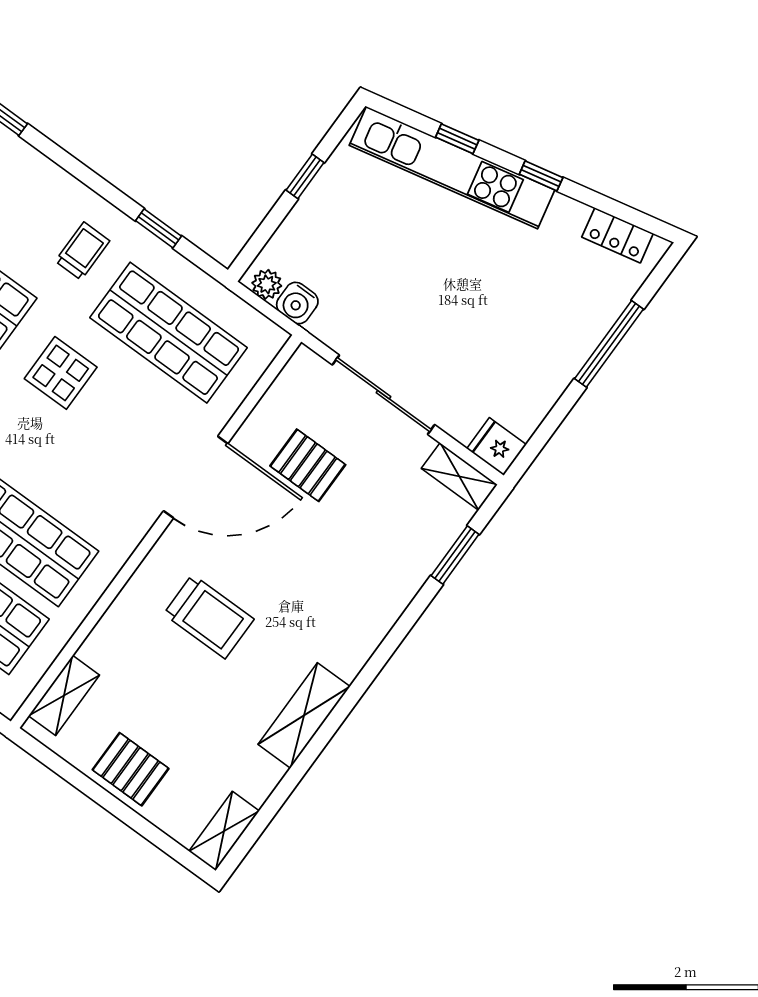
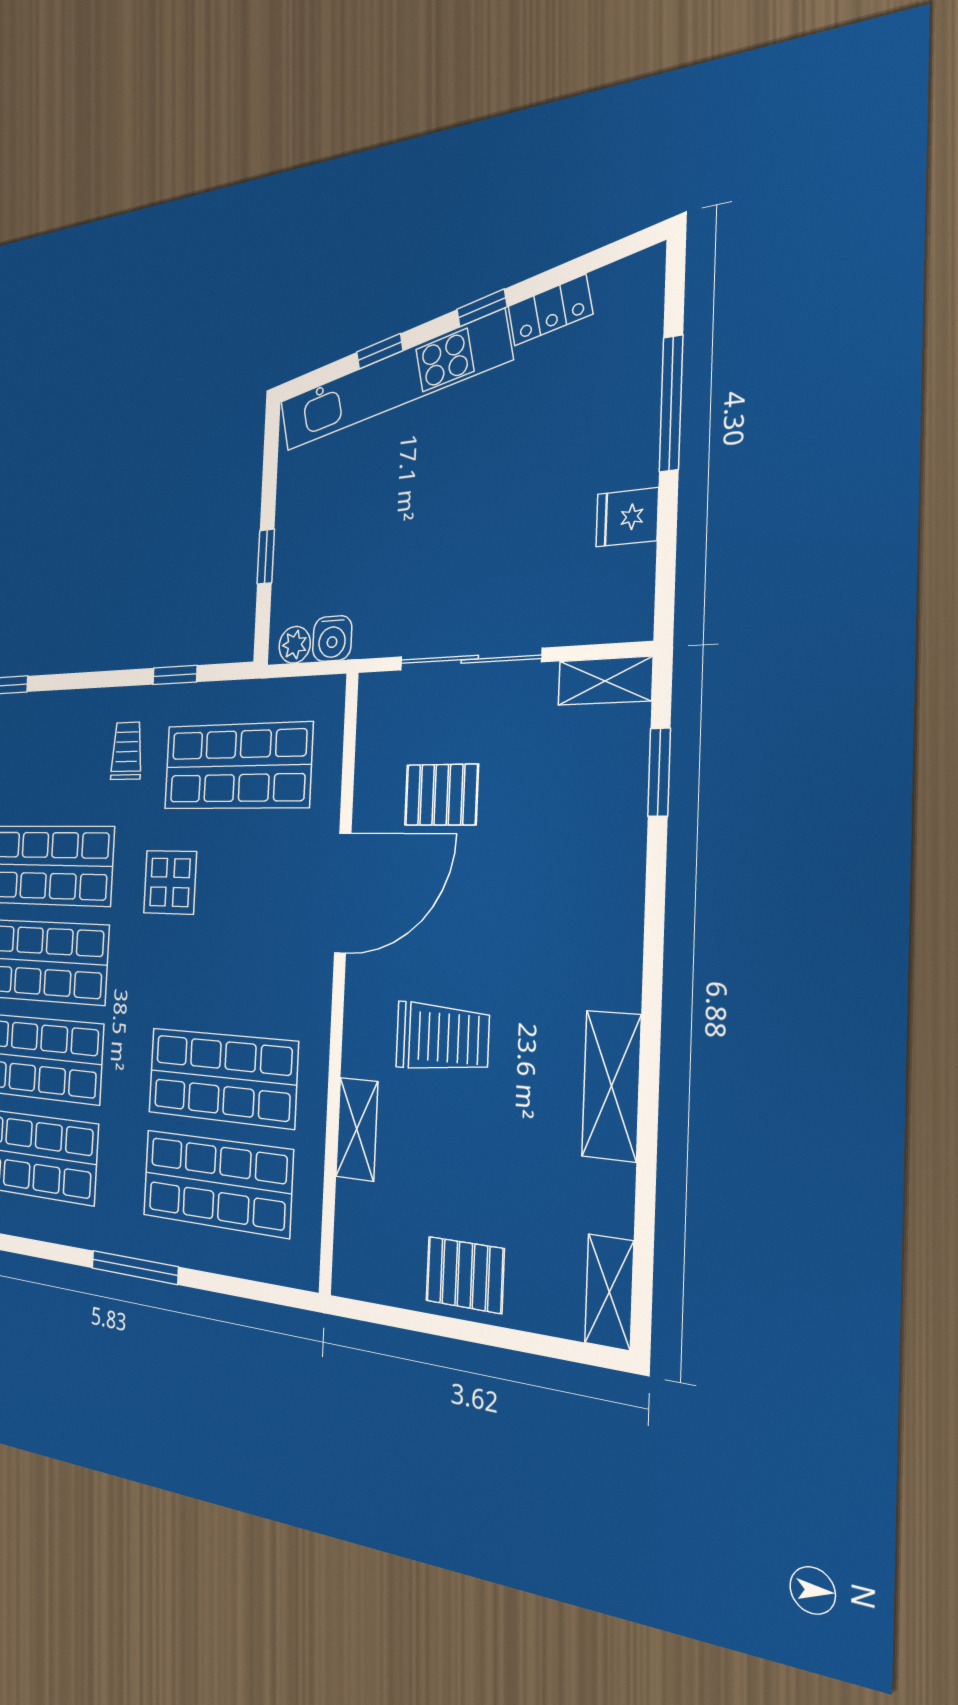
window: (305, 176) -> (266, 557), moved
locker: (618, 235) -> (550, 310), moved
fridge: (497, 447) -> (627, 517), moved
shelving: (64, 695) -> (357, 1129), moved

